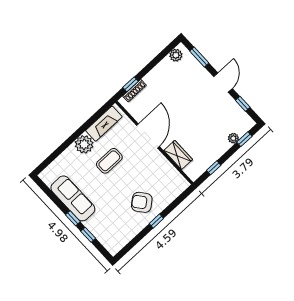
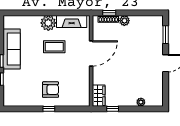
plant: (176, 55) -> (124, 21), moved
window: (243, 104) -> (166, 87), removed
window: (244, 139) -> (147, 109), removed
wardrobe: (178, 155) -> (99, 96), moved
armchair: (142, 202) -> (51, 90), turned 129

